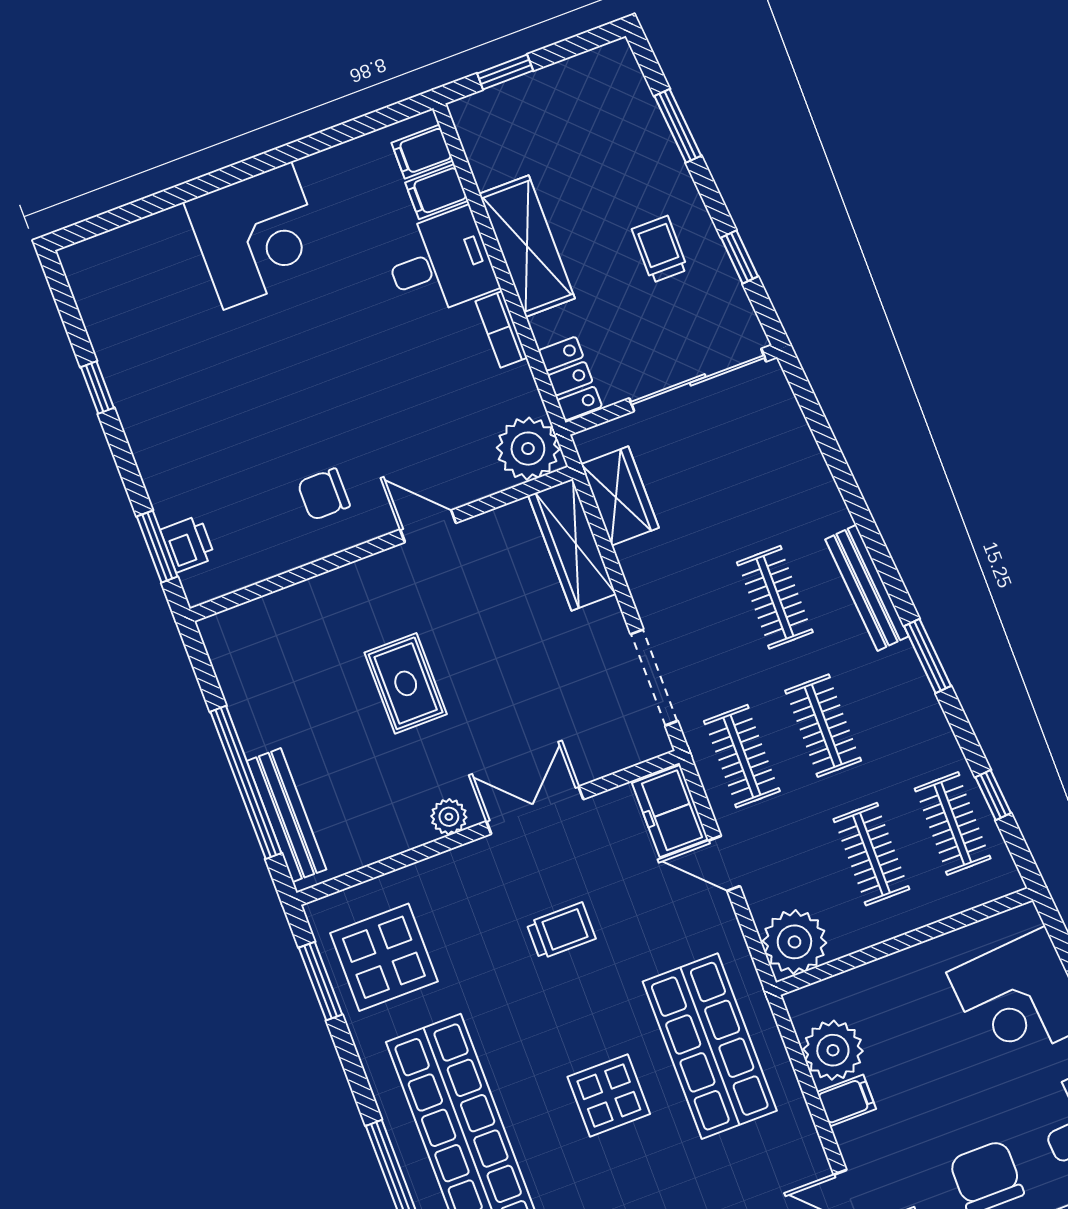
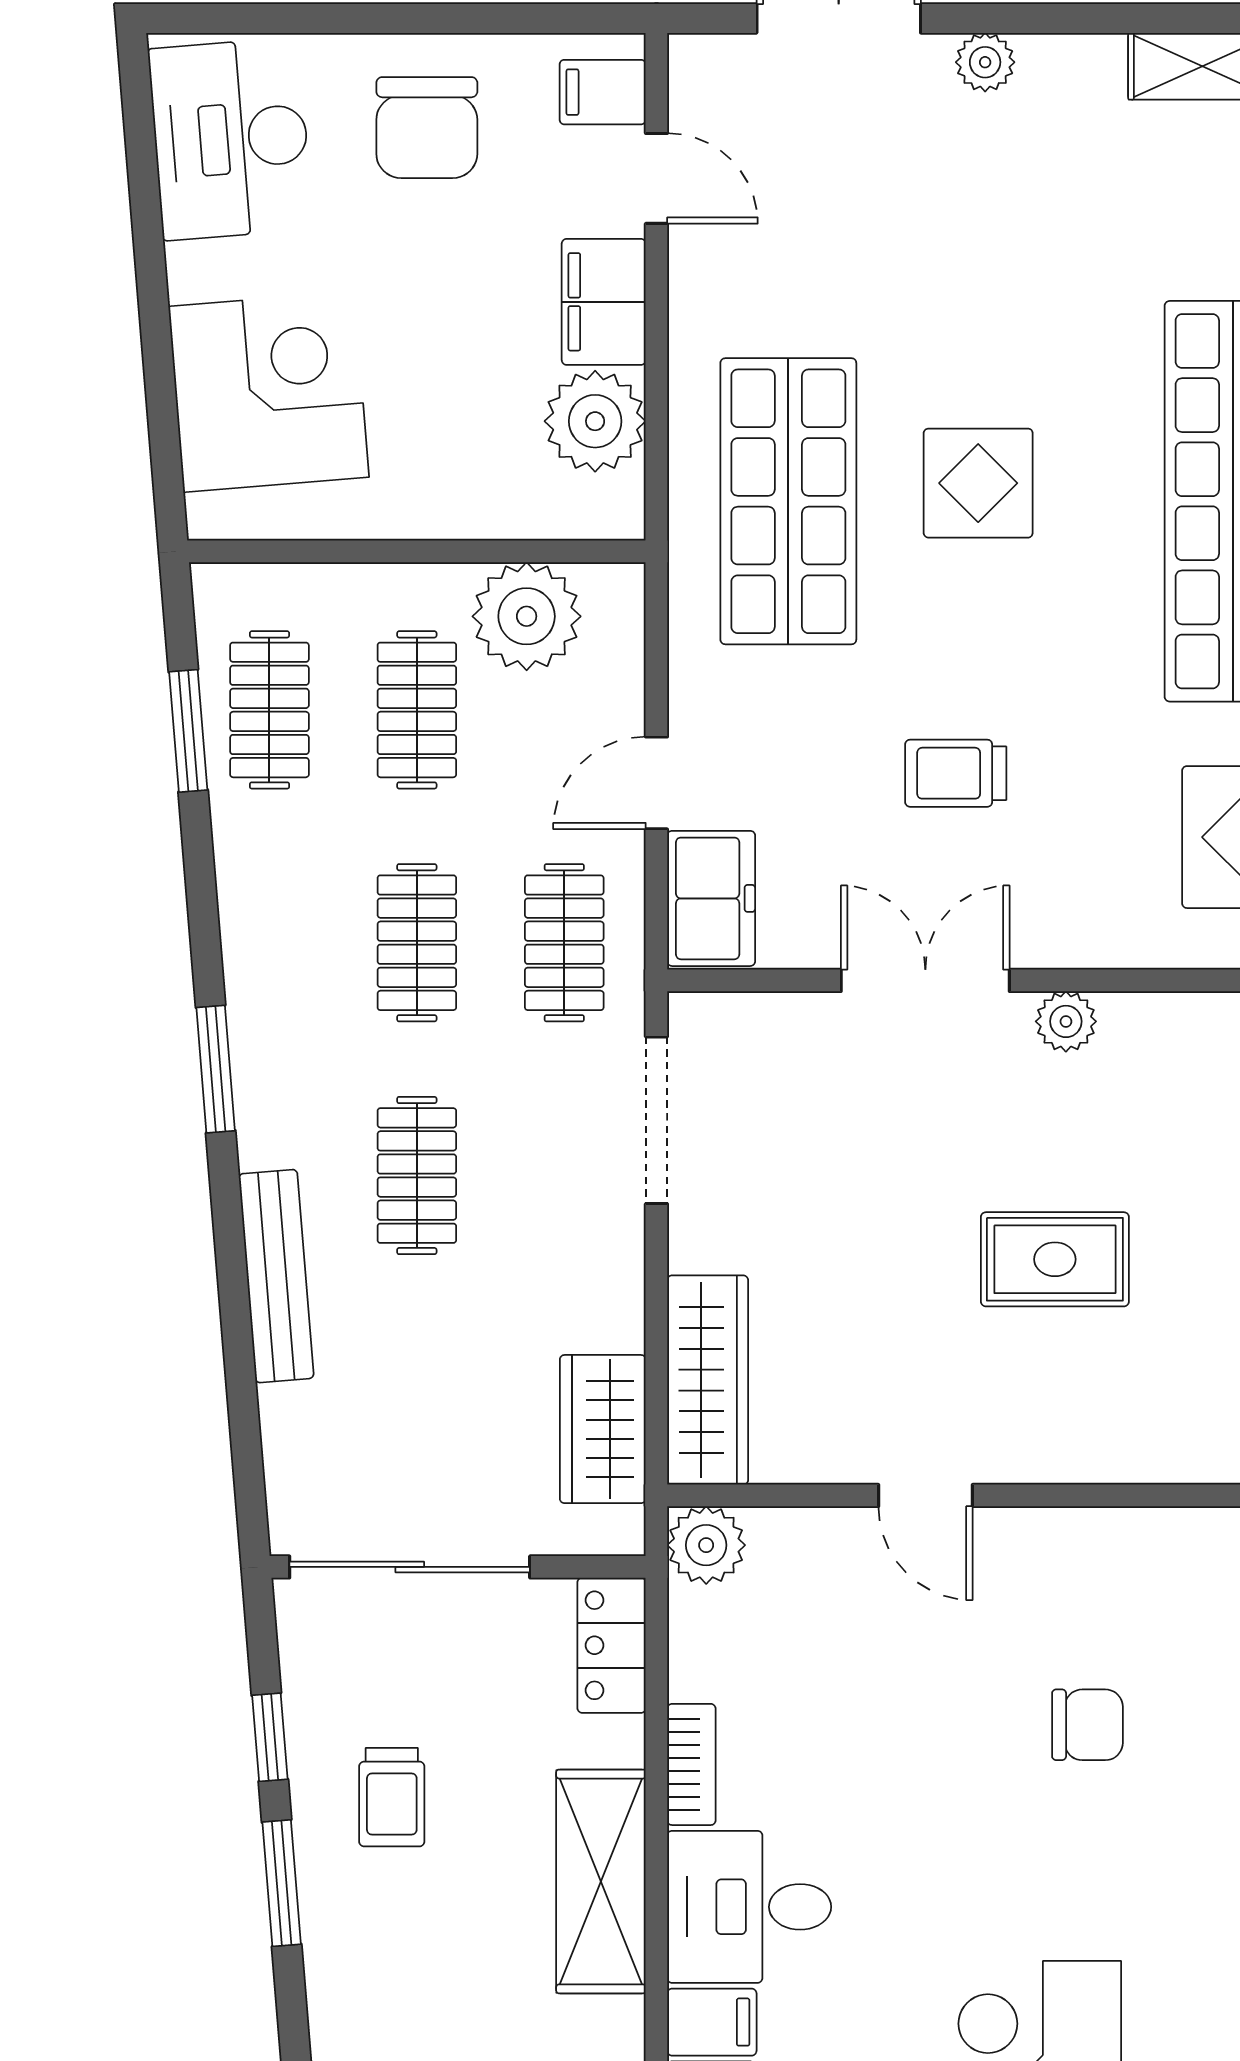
window: (678, 126) -> (282, 1883), moved
plant: (528, 449) -> (706, 1545), width x0.73, depth x0.73
chair: (324, 494) -> (1087, 1725), moved
bench: (867, 588) -> (276, 1276), moved
window: (928, 656) -> (216, 1069), moved
rug: (406, 683) -> (1055, 1259), turned 90
window: (993, 795) -> (188, 731), width x1.50
double door: (535, 810) -> (925, 980), swing flipped
door: (724, 863) -> (656, 783), swing flipped
plant: (794, 942) -> (527, 616), moved
filing cabinet: (846, 1100) -> (604, 302), width x2.00

